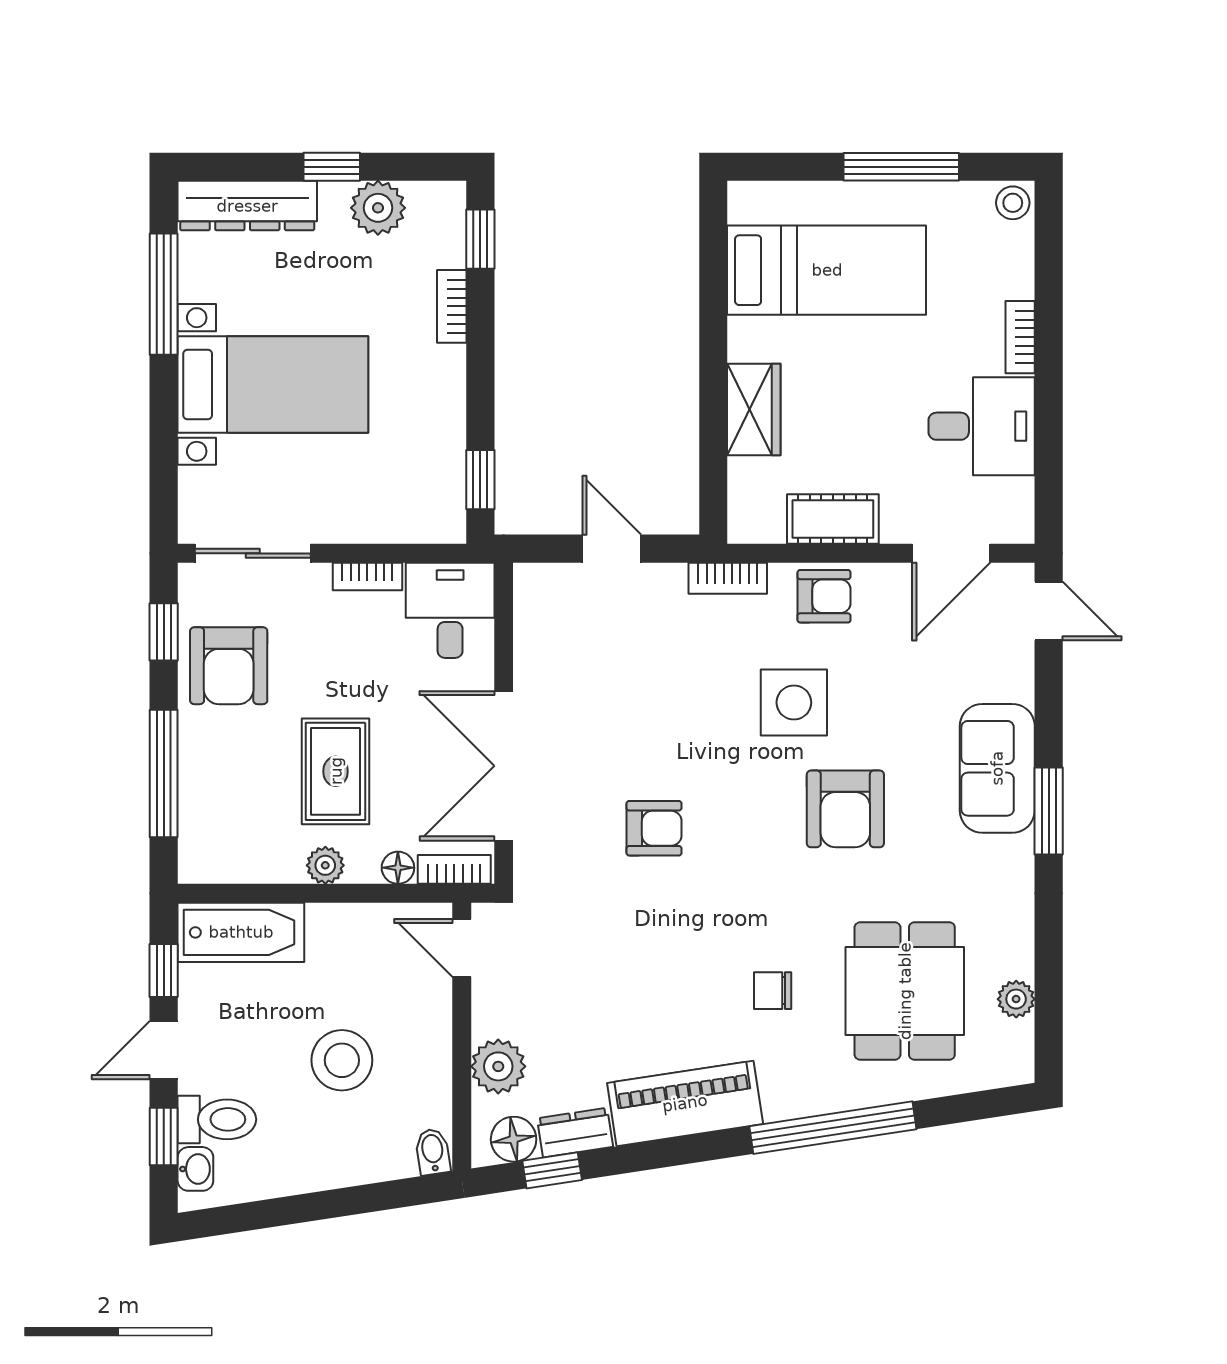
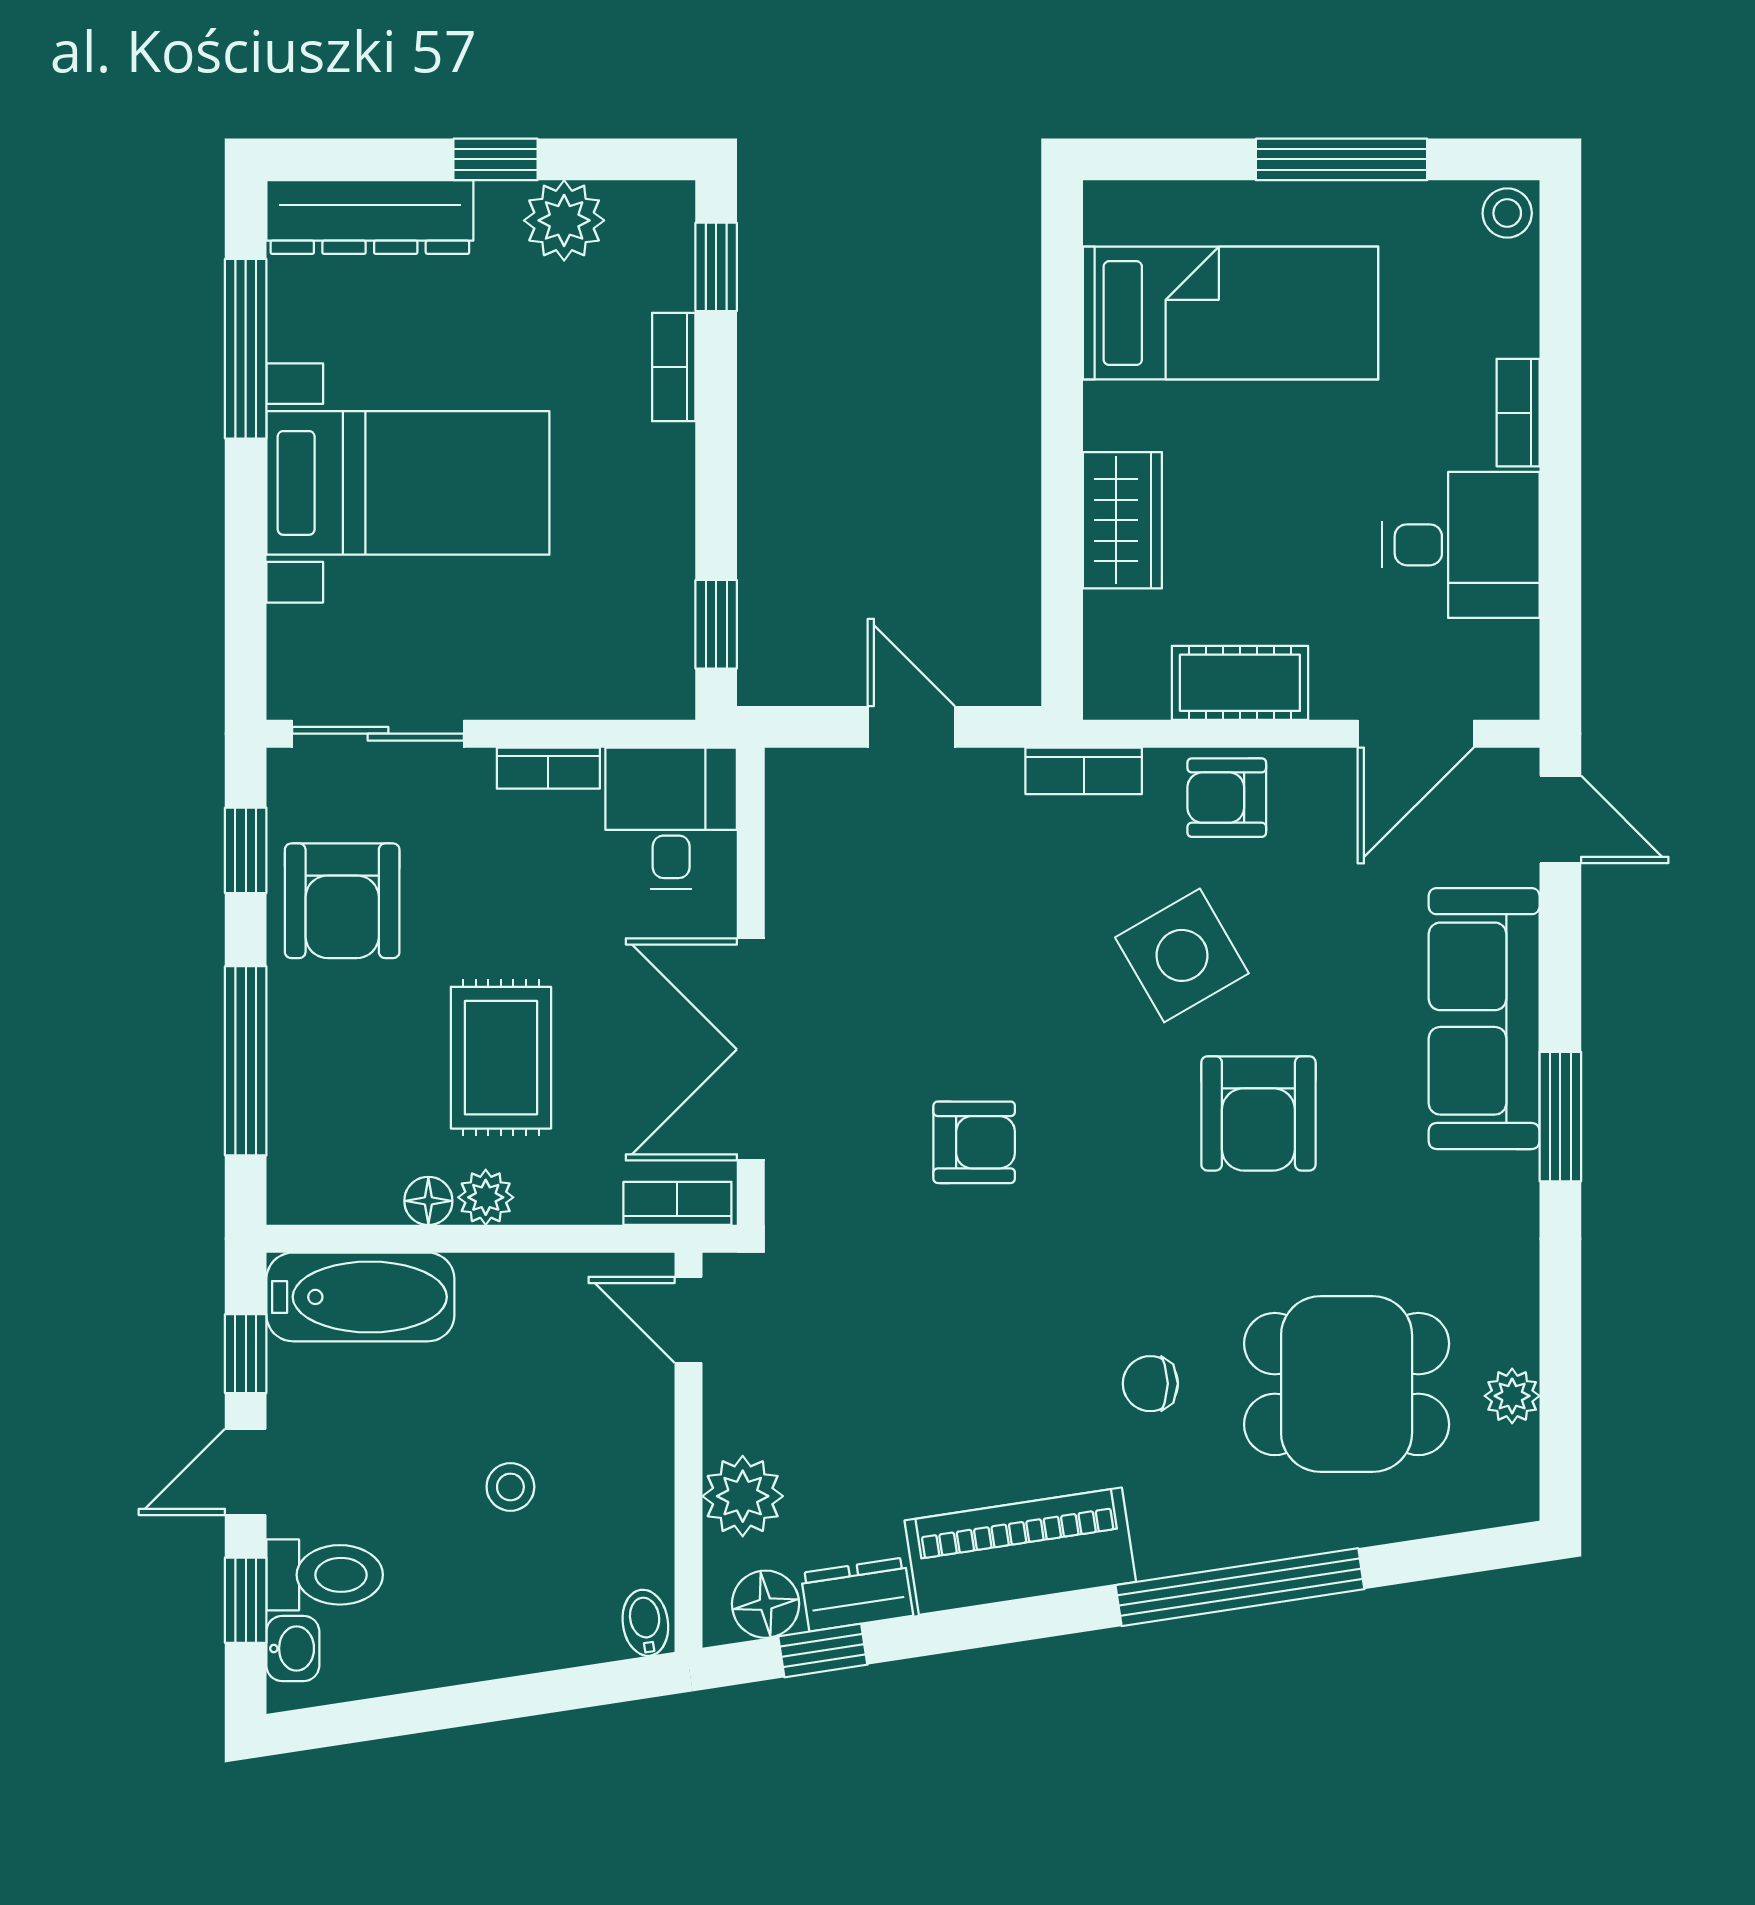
armchair: (824, 596) -> (1227, 798), turned 180
side table: (794, 702) -> (1182, 955), turned -30
sofa: (997, 768) -> (1484, 1019), width x1.36
floor lamp: (398, 868) -> (428, 1201), moved
dining table: (905, 991) -> (1347, 1384), turned 90
stool: (342, 1060) -> (510, 1487), width x0.53, depth x0.53

